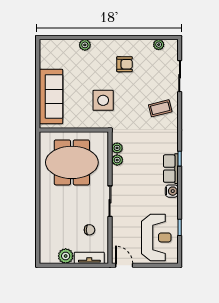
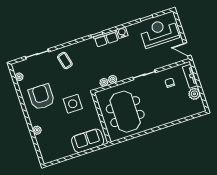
armchair: (125, 64) -> (41, 97), width x1.88, depth x1.88
sofa: (51, 96) -> (88, 141), width x0.73
door: (124, 265) -> (187, 49), hinge flipped

